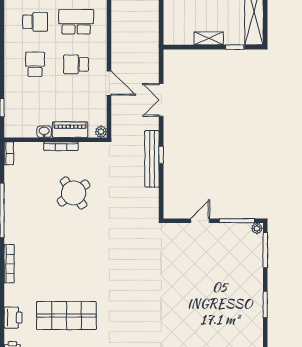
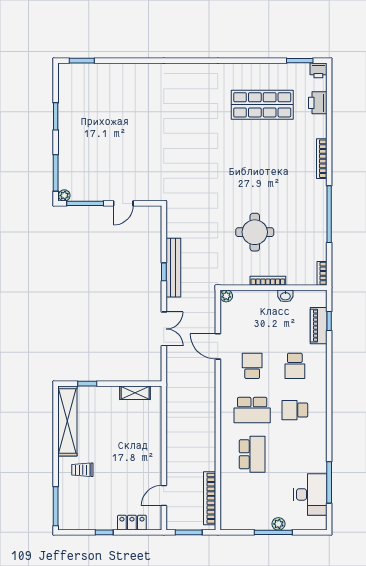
shelving: (209, 38) -> (135, 393), moved
school desk: (76, 64) -> (252, 366), turned -90
piano: (70, 130) -> (319, 326), moved, turned 90
round table: (74, 193) -> (255, 232), turned 36

